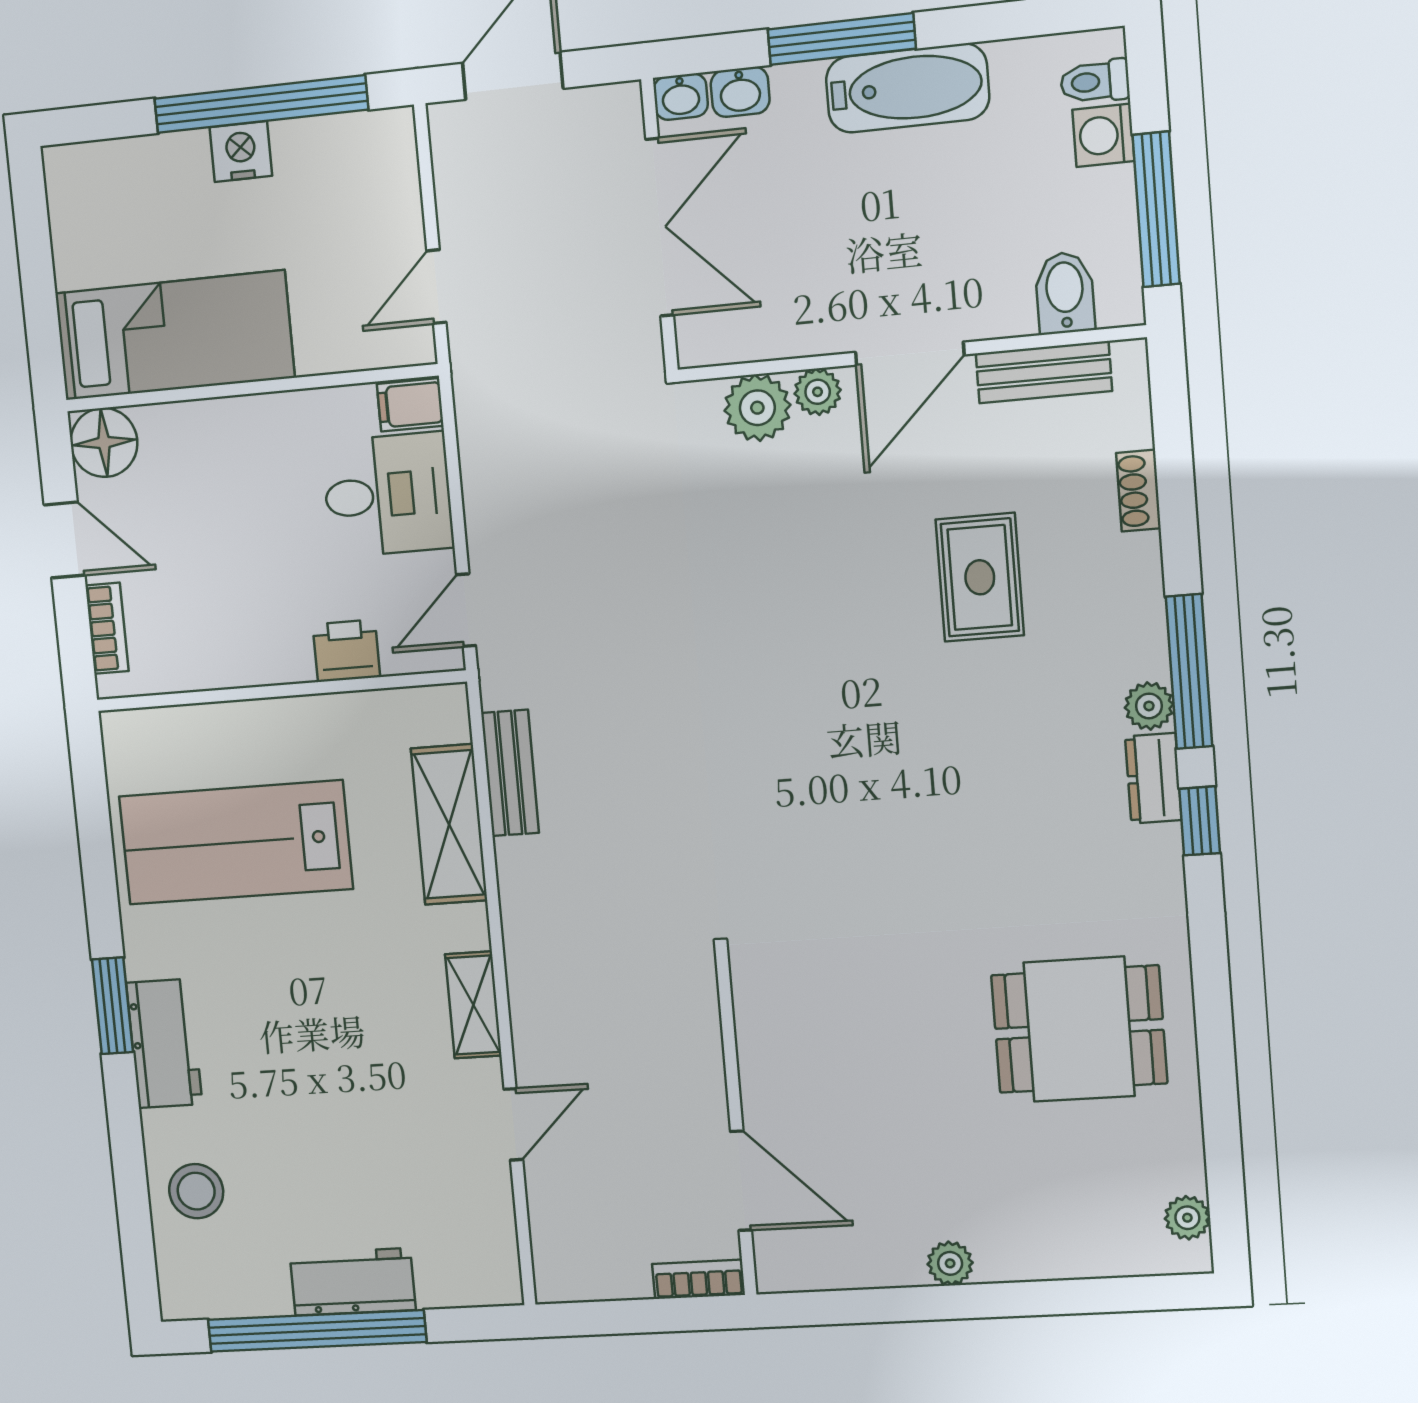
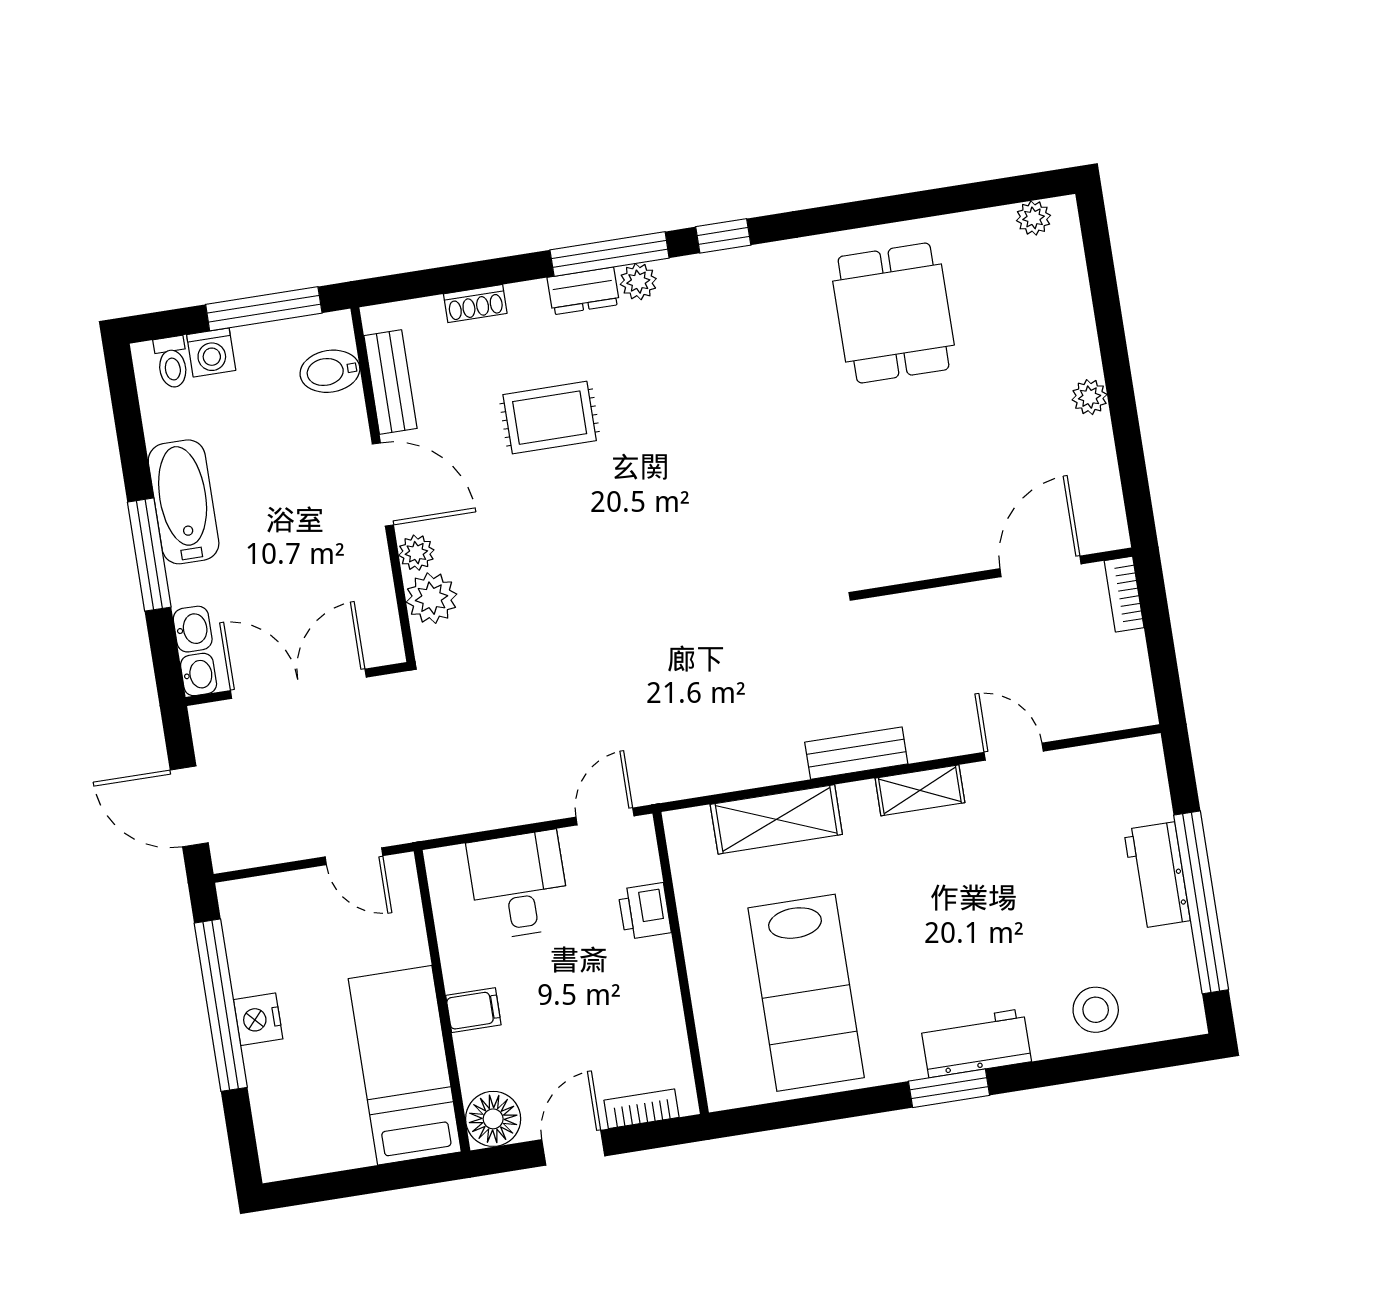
filing cabinet: (410, 405) -> (473, 1010), moved, turned -90
door: (466, 610) -> (605, 816), swing flipped
bench: (510, 773) -> (856, 753), moved
dresser: (1153, 778) -> (583, 291), moved

